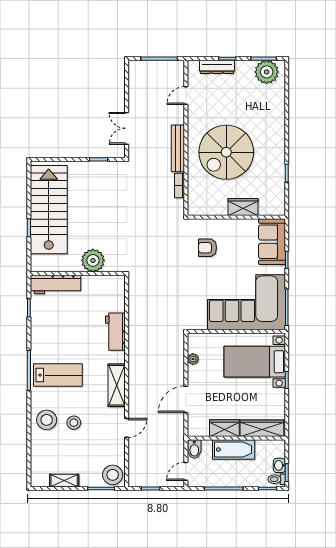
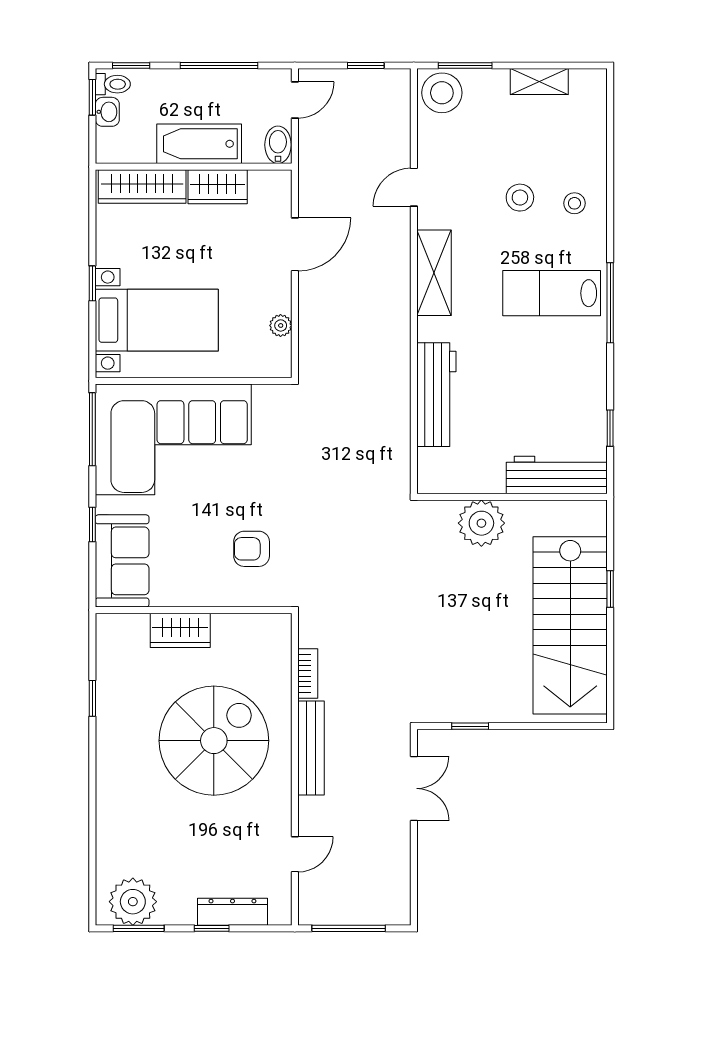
armchair: (207, 248) -> (252, 549), turned 180
workbench: (115, 332) -> (436, 395), width x1.38
stool: (47, 420) -> (574, 203), width x0.53, depth x0.53

